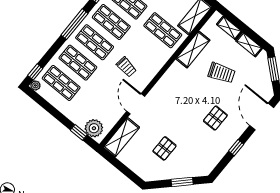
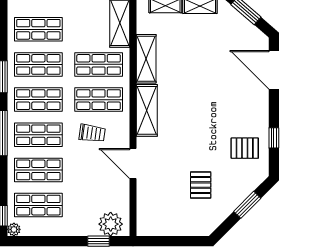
shop shelf: (146, 51) -> (99, 100), added
trolley: (222, 73) -> (195, 59), removed
pallet: (215, 118) -> (245, 148), moved, turned 90
shelving: (121, 137) -> (147, 110), moved
window: (236, 148) -> (274, 138), moved

